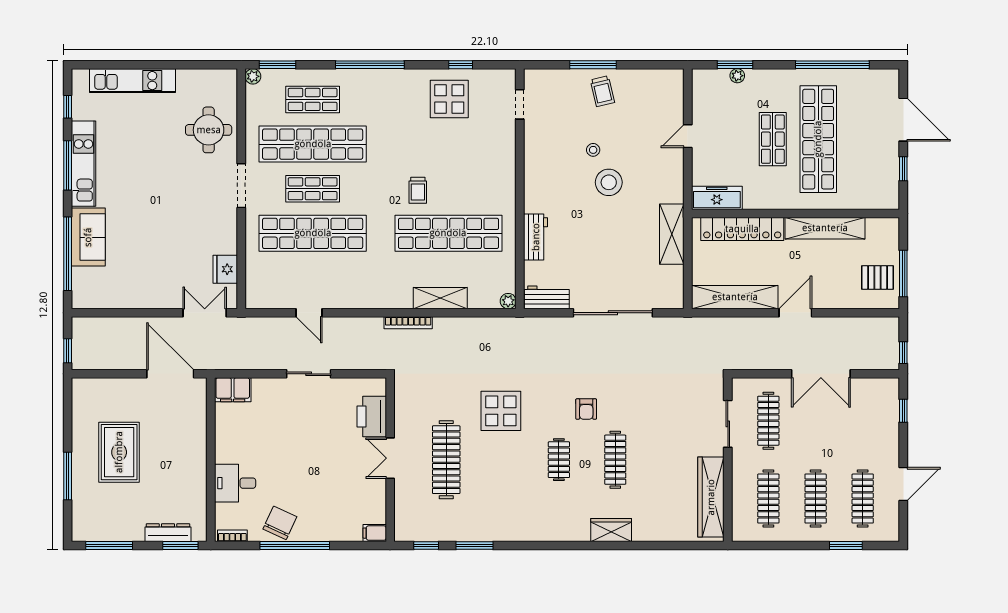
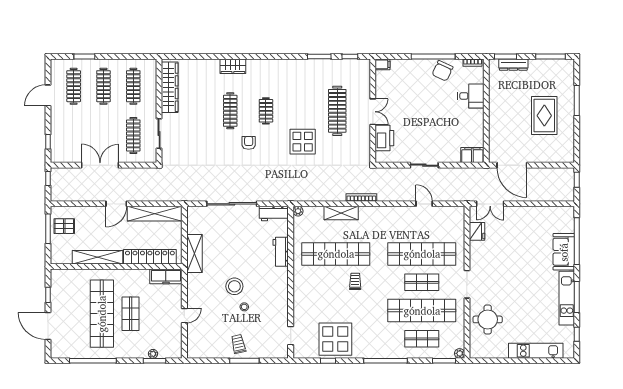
display table: (449, 99) -> (335, 339), width x1.36, depth x1.36

